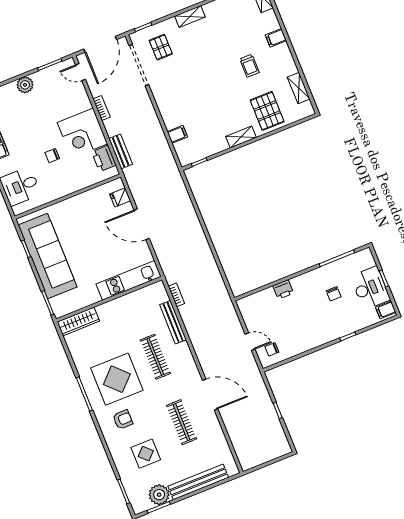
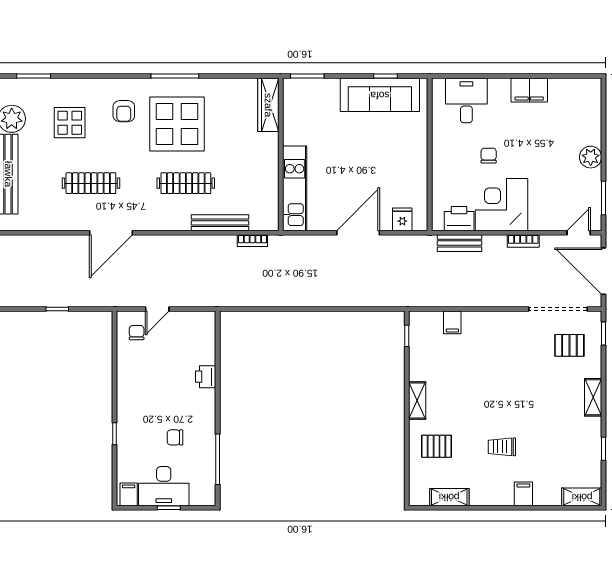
pallet: (267, 111) -> (437, 446), width x0.67, depth x0.71
sofa: (48, 256) -> (380, 95), width x0.74, depth x0.79

